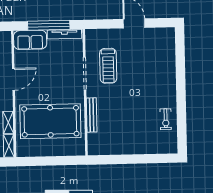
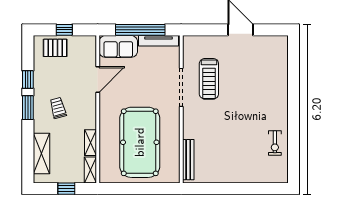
door: (13, 79) -> (98, 79), moved
bench: (92, 115) -> (188, 160), moved
pool table: (50, 121) -> (140, 142), turned 90

